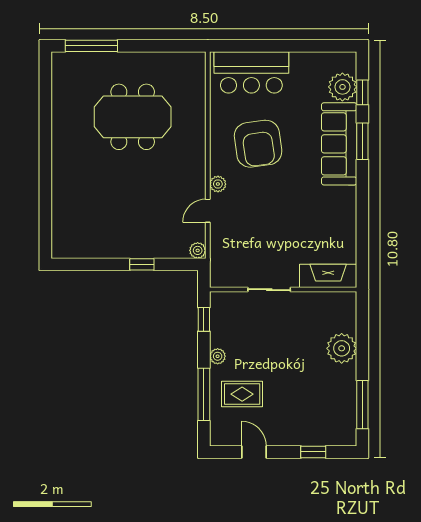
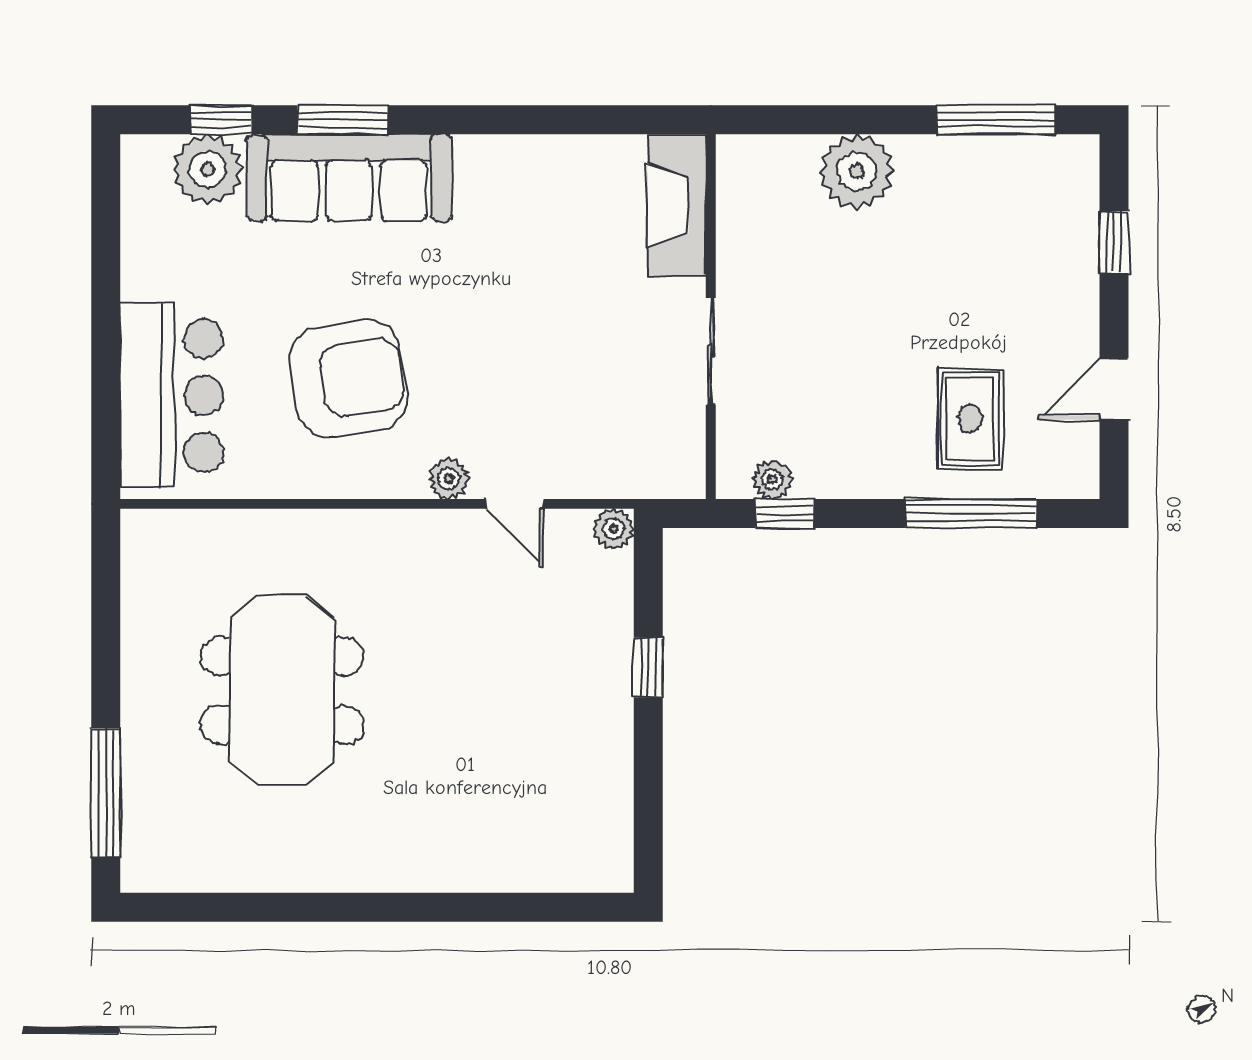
plant: (218, 356) -> (772, 479), moved

